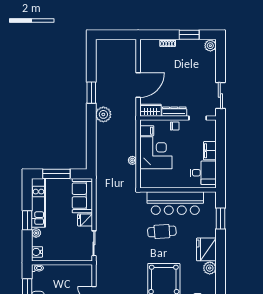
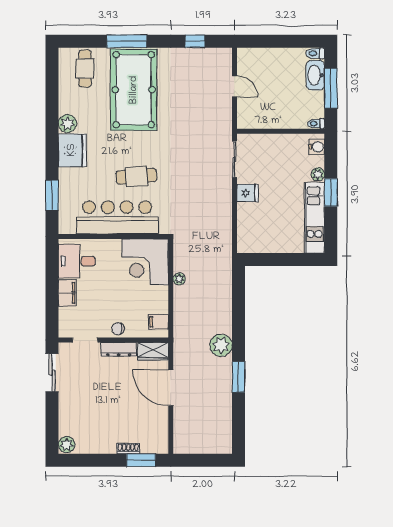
window: (189, 35) -> (141, 460), moved
door: (138, 85) -> (171, 388), hinge flipped
corner desk: (156, 153) -> (145, 262), moved
window: (56, 174) -> (289, 260), removed
sofa: (82, 196) -> (251, 228), removed

